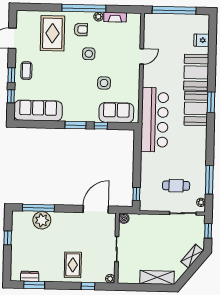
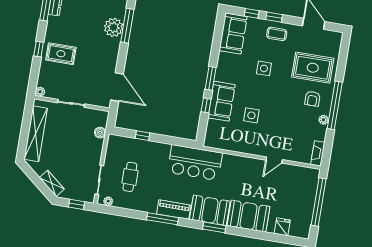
fireplace: (115, 17) -> (318, 153), moved
side table: (89, 54) -> (264, 68), moved
door: (142, 56) -> (274, 160), hinge flipped
sofa: (38, 111) -> (233, 33), width x0.73
sofa: (116, 113) -> (221, 101), moved
bar counter: (155, 120) -> (195, 163), width x0.73
piano: (200, 141) -> (174, 210), added
window: (209, 180) -> (162, 219), moved
window: (136, 194) -> (142, 136), moved
boiler: (124, 218) -> (100, 133), moved
shelving: (157, 277) -> (36, 134), width x1.47
window: (88, 286) -> (39, 49), moved

